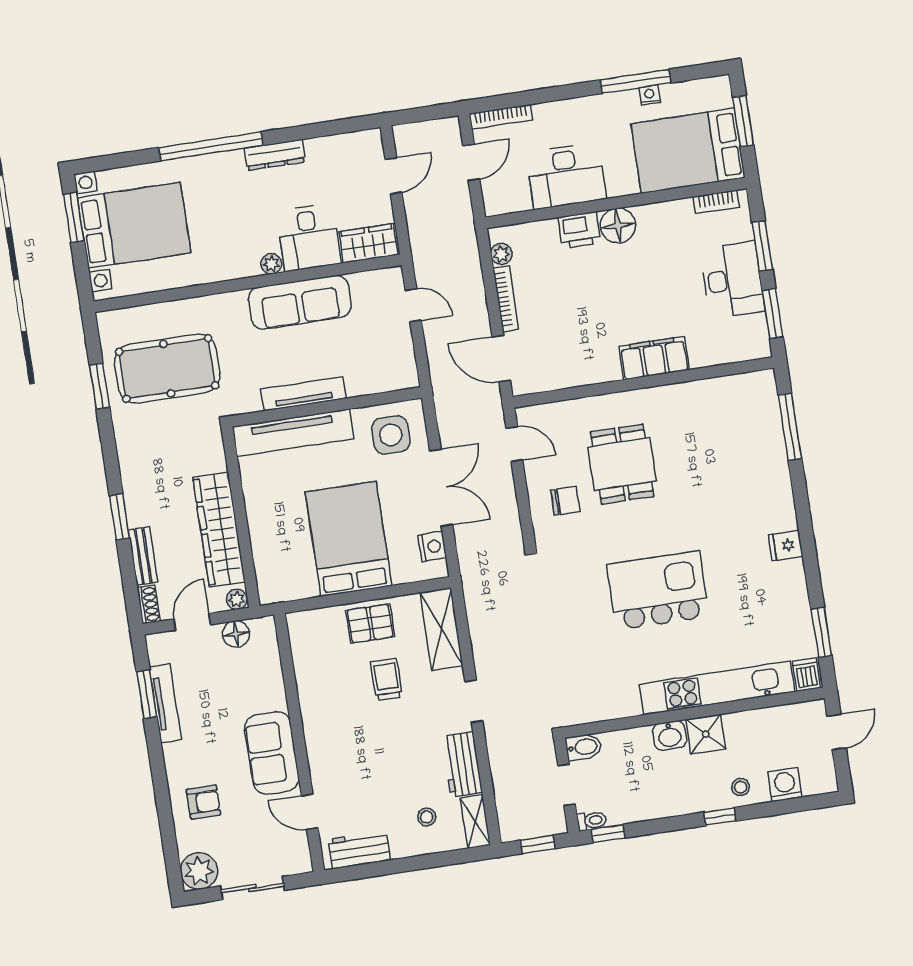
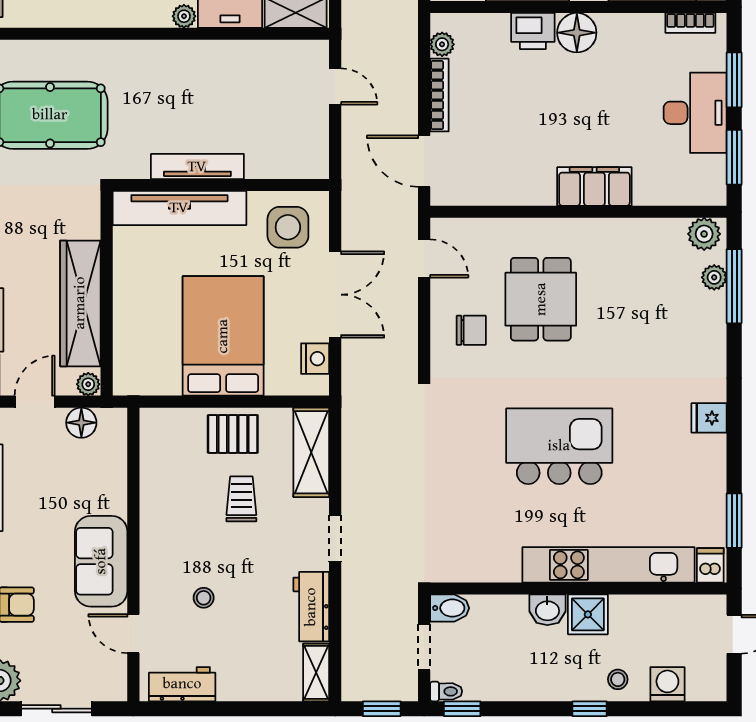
sofa: (300, 302) -> (209, 64), removed
plant: (757, 385) -> (704, 234), added
plant: (771, 422) -> (714, 277), added
stool: (427, 817) -> (204, 598), moved

